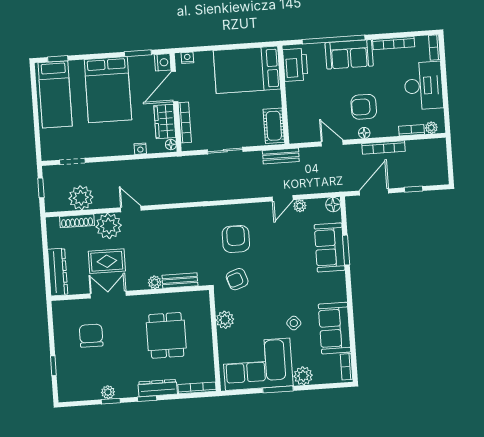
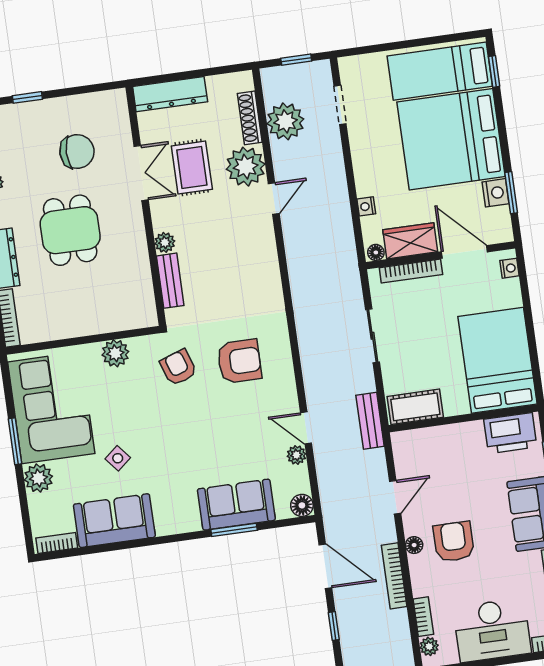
nightstand: (163, 62) -> (496, 193), moved, turned -90
bed: (108, 90) -> (451, 139), width x1.36
dining table: (166, 335) -> (70, 230), moved, turned 90

